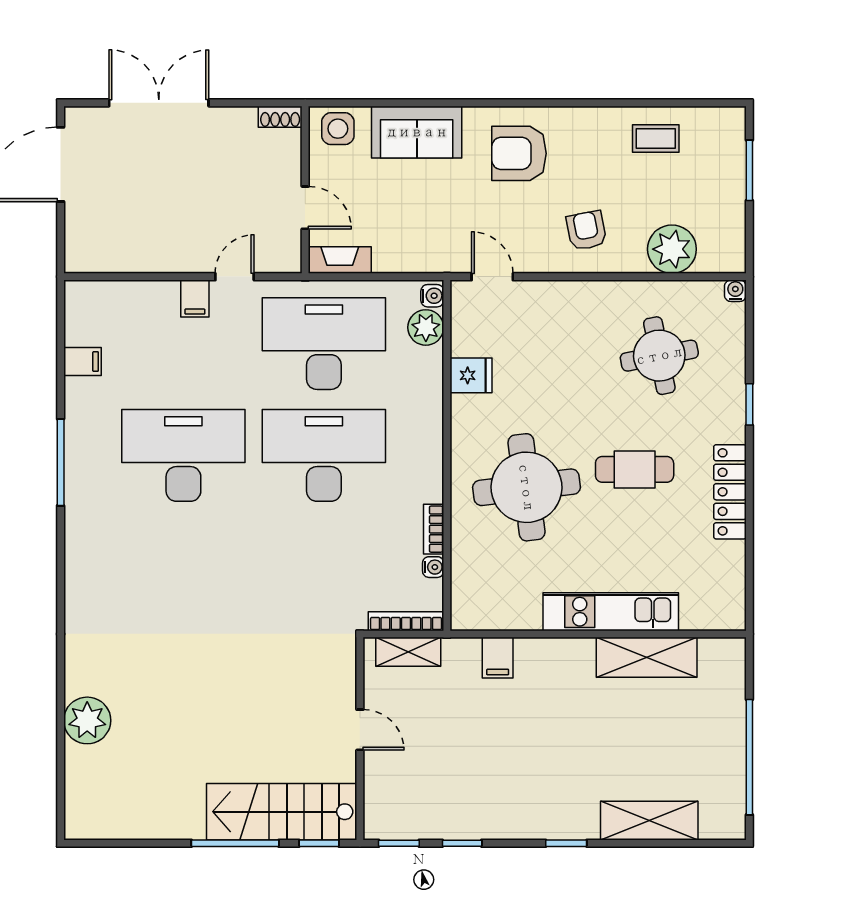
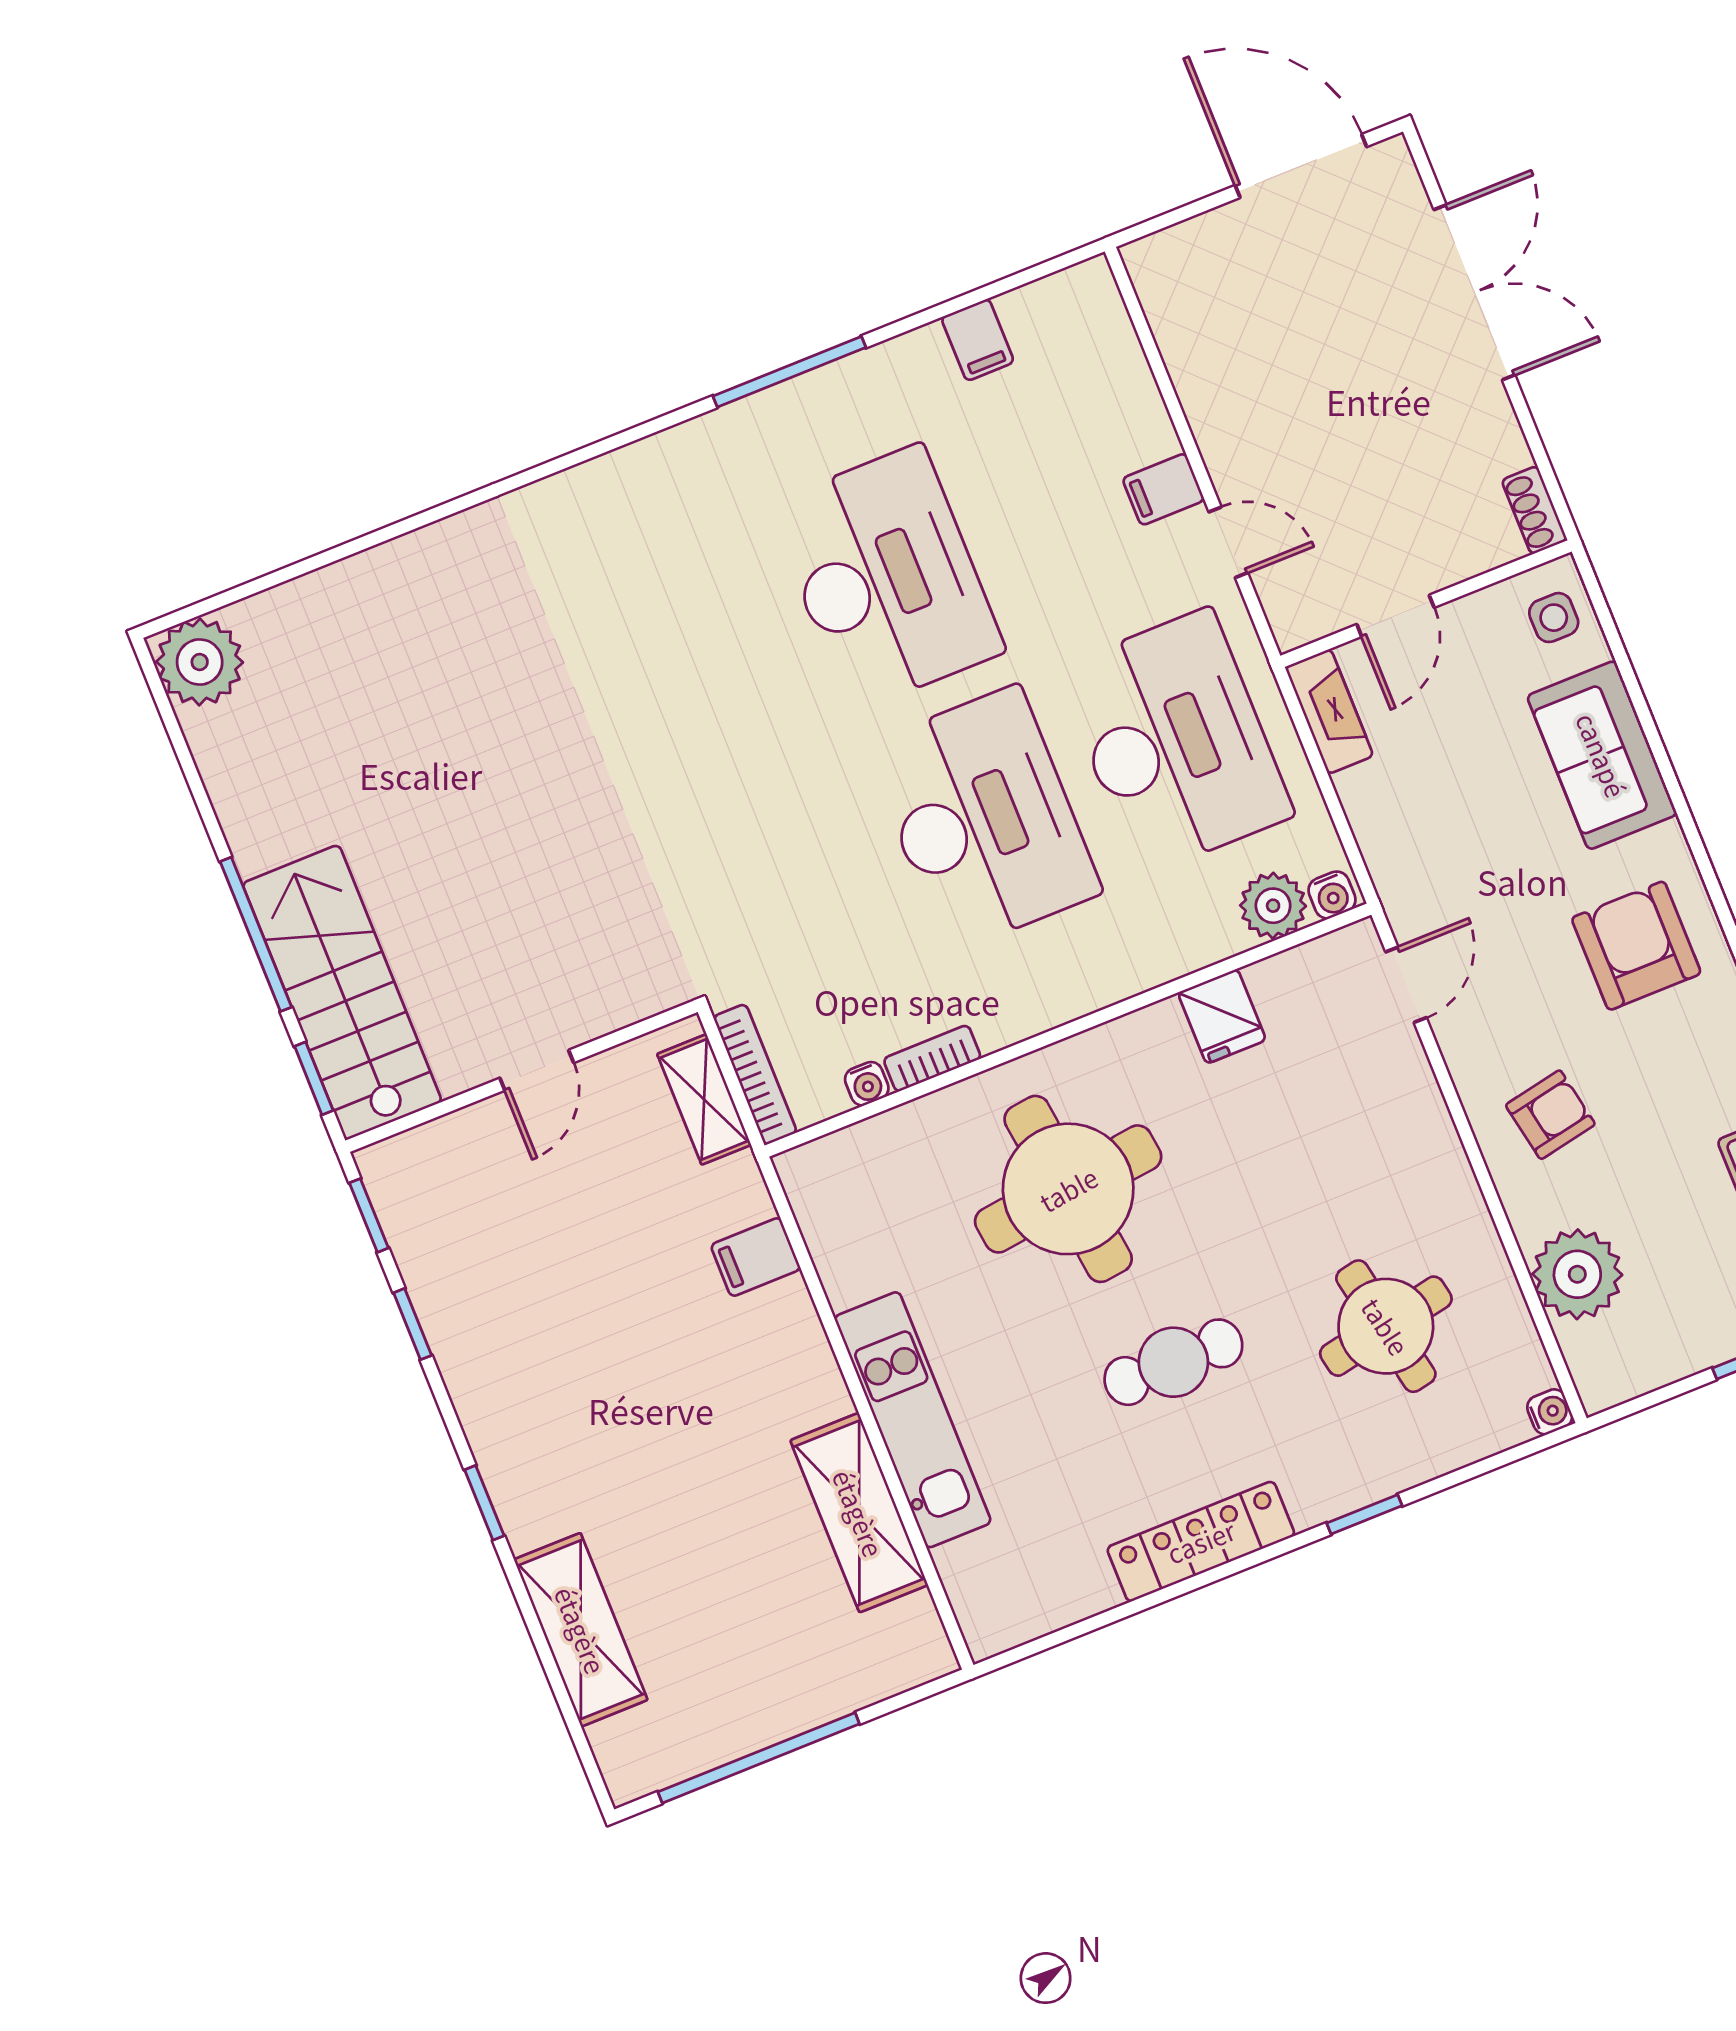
side table: (338, 129) -> (1554, 618), width x0.73, depth x0.73
cafe table: (635, 469) -> (1173, 1362), turned 90
plant: (87, 720) -> (200, 662), moved

